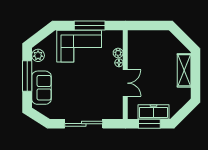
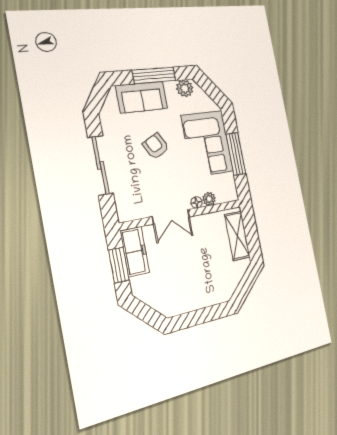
shelving: (184, 70) -> (237, 236), moved, turned 90
armchair: (76, 84) -> (156, 146), added
freezer: (153, 112) -> (135, 252), moved

